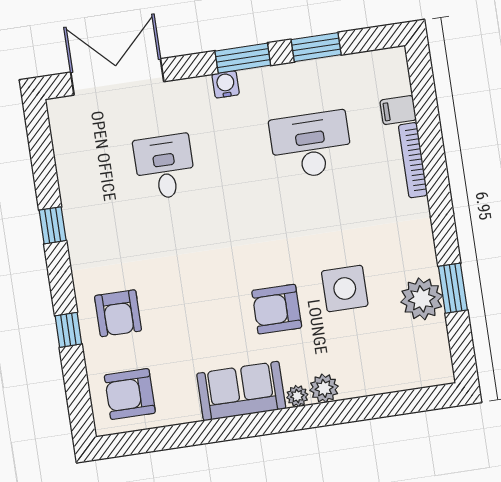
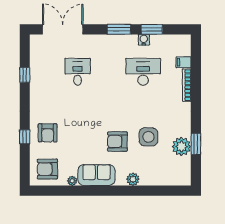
water cooler: (226, 84) -> (144, 40), moved
window: (53, 225) -> (25, 75), moved
plant: (297, 396) -> (72, 181), moved

